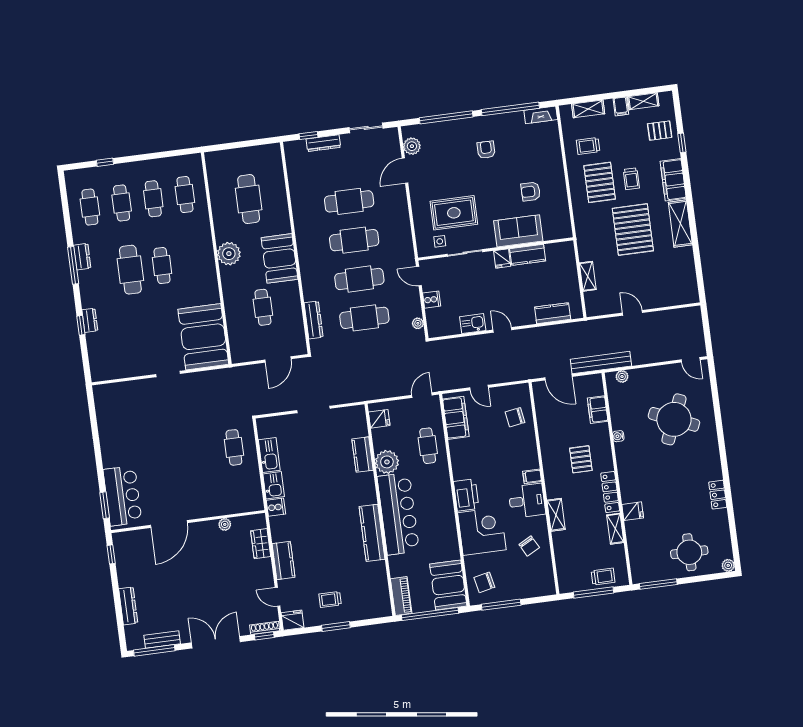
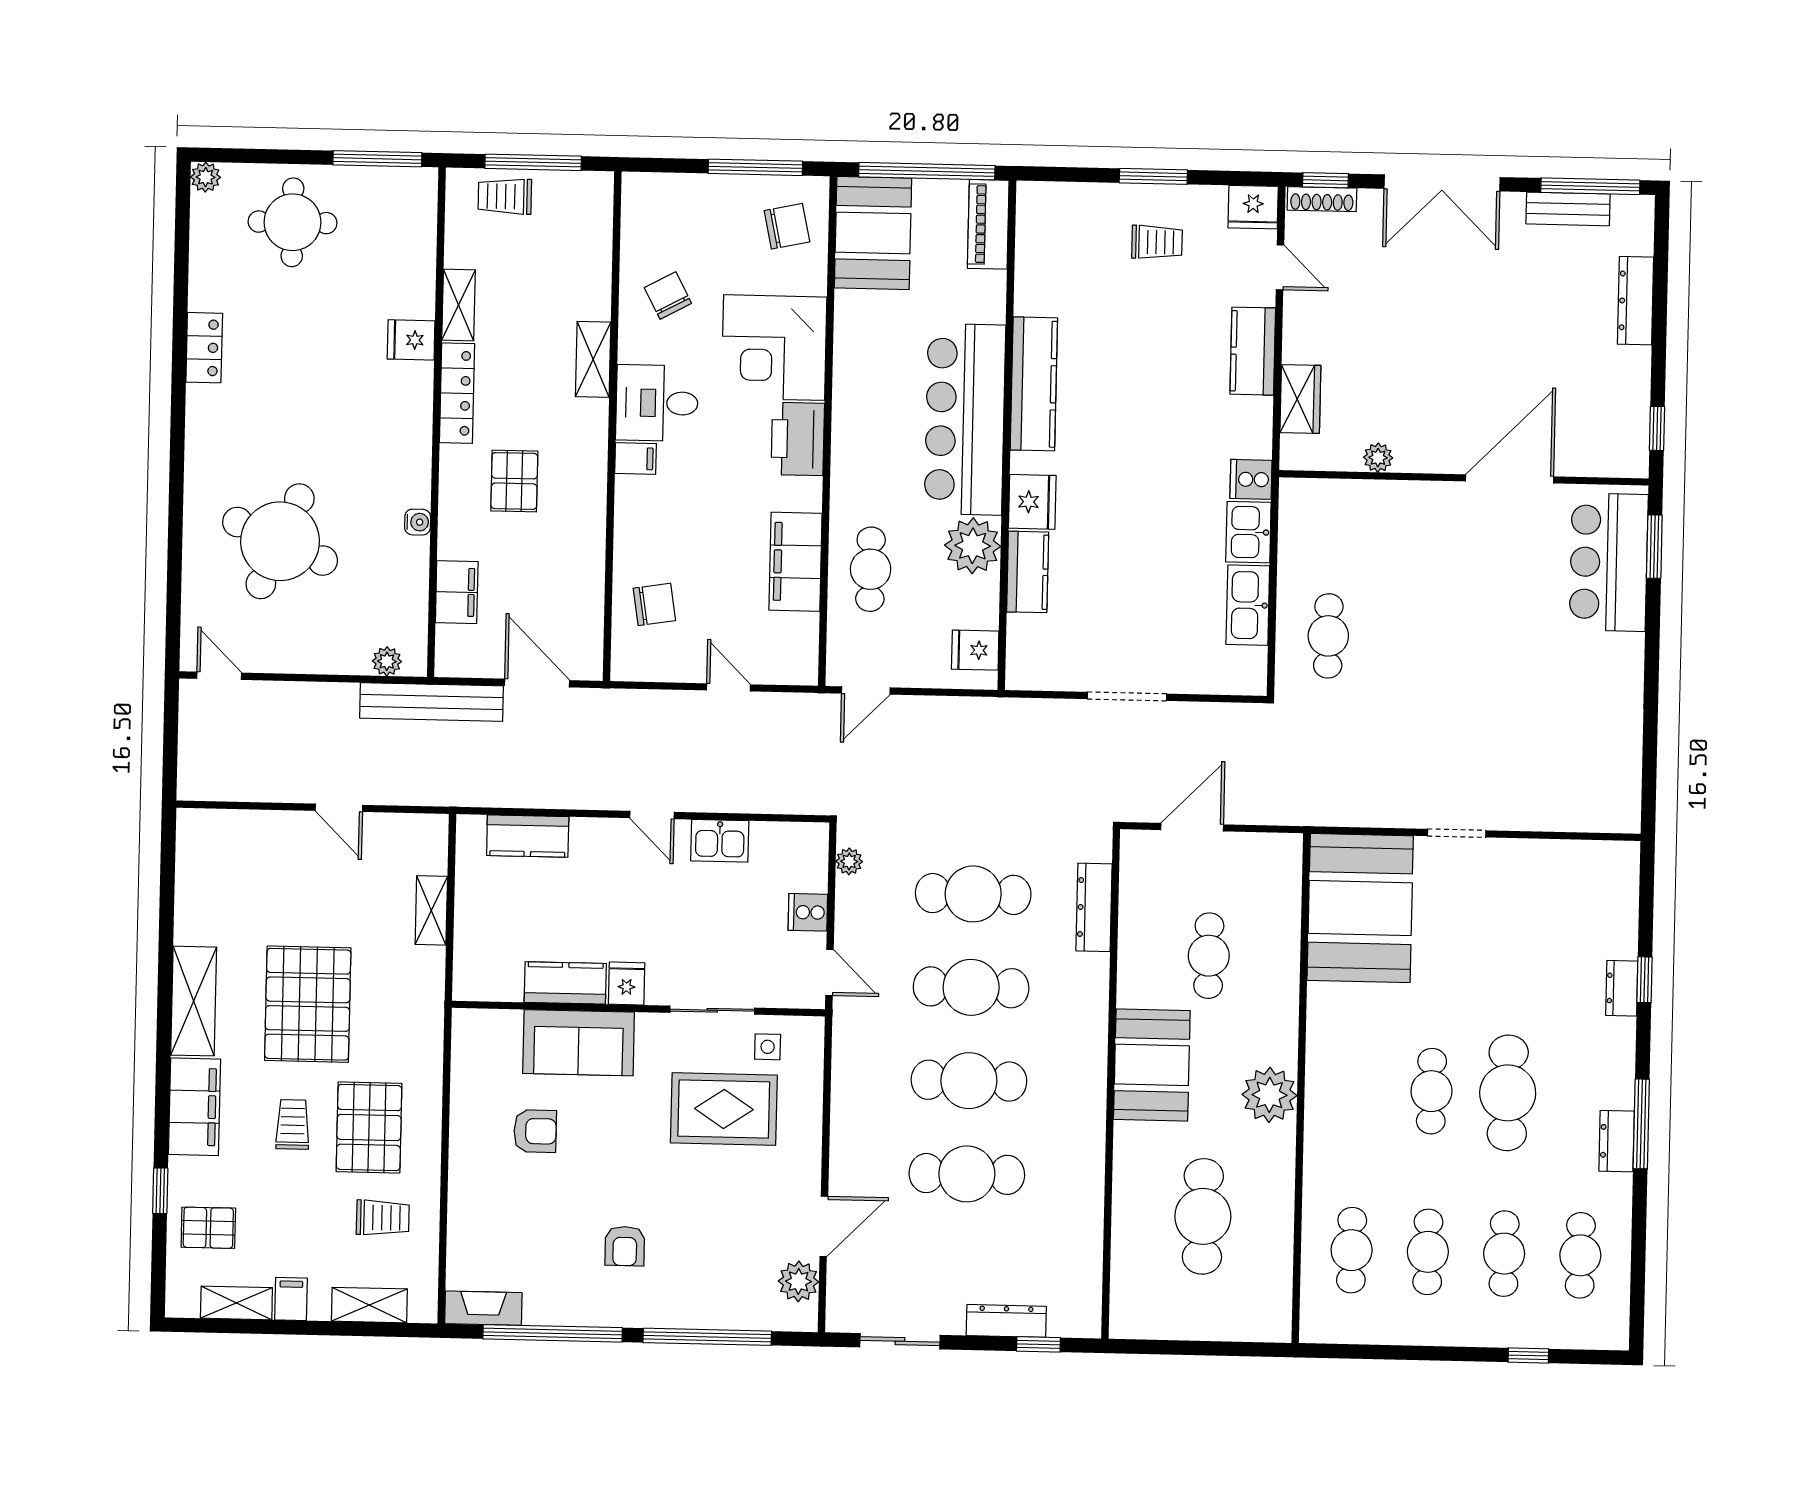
filing cabinet: (456, 418) -> (796, 562), moved
fridge: (365, 484) -> (1032, 502), added

